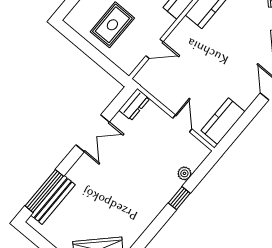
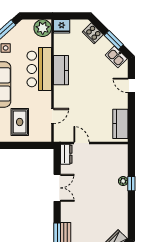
door: (182, 124) -> (81, 143), moved
plant: (184, 173) -> (123, 181), moved

